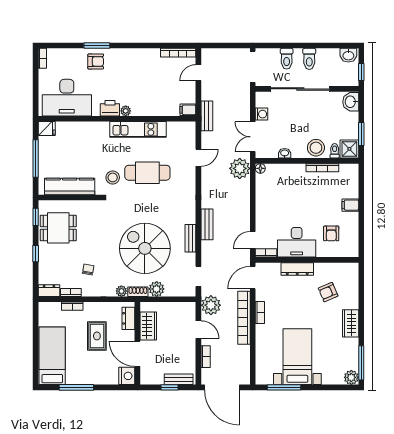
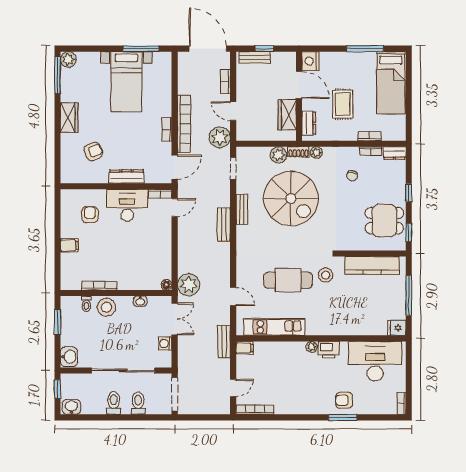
kitchen unit: (138, 129) -> (274, 327), moved
shower: (349, 149) -> (70, 306), removed
door: (198, 158) -> (233, 296), swing flipped

